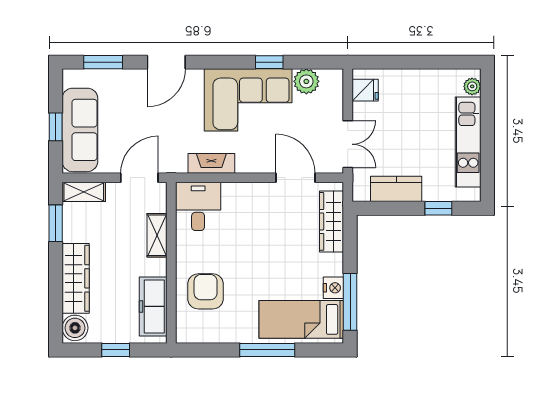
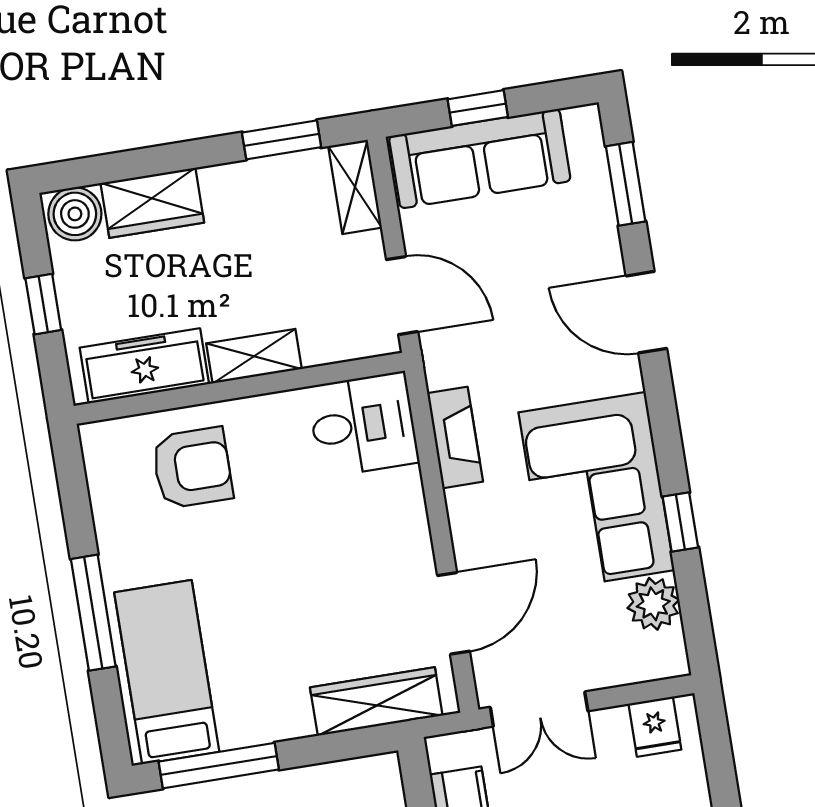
shelving: (157, 235) -> (254, 356), moved
wardrobe: (76, 278) -> (152, 203), width x0.67
nightstand: (333, 288) -> (242, 727), removed

